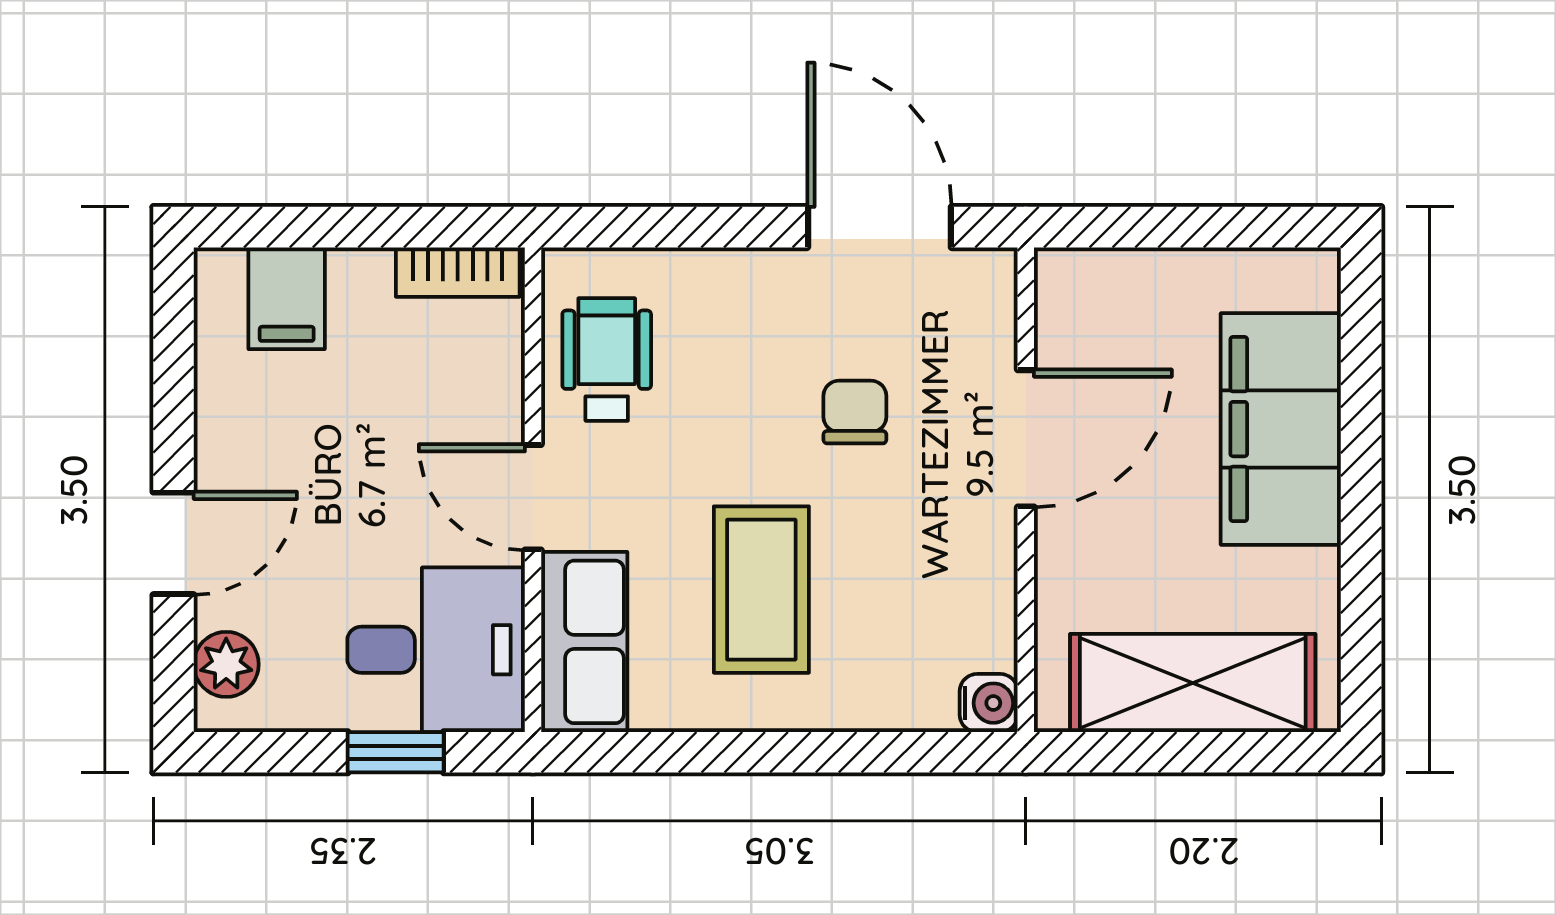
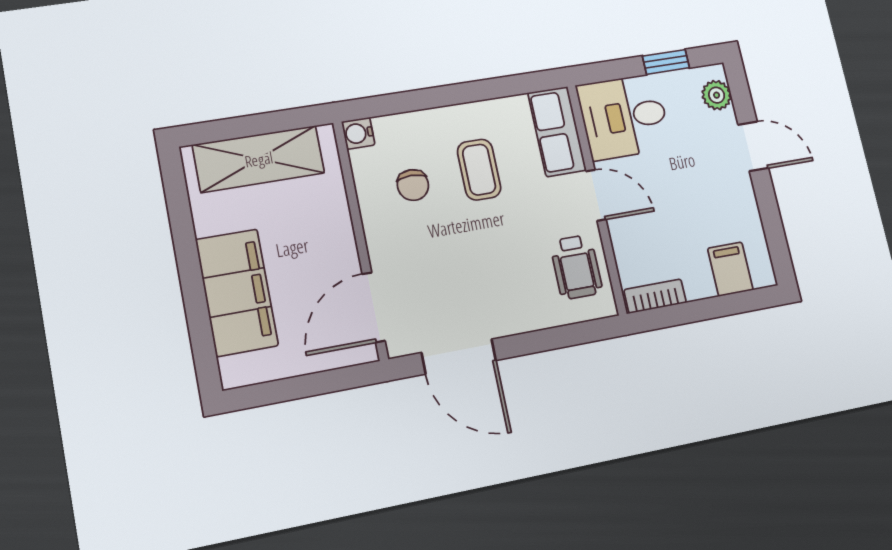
chair: (855, 412) -> (413, 185), moved
door: (1026, 438) -> (374, 307), moved
door: (173, 543) -> (753, 146), swing flipped
coffee table: (761, 590) -> (479, 170), width x0.73, depth x0.77
window: (396, 752) -> (666, 62), moved

